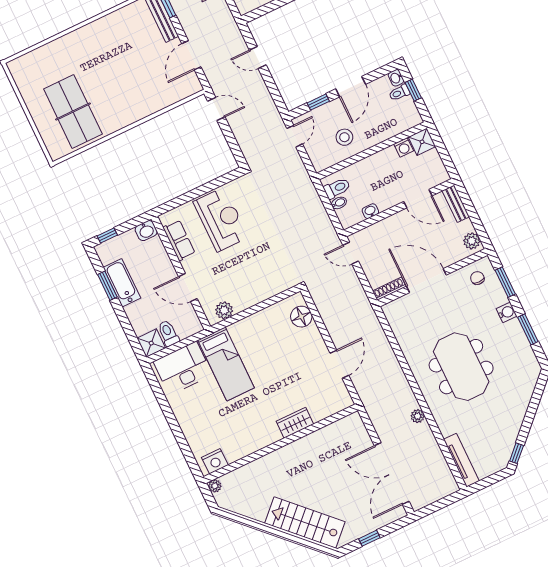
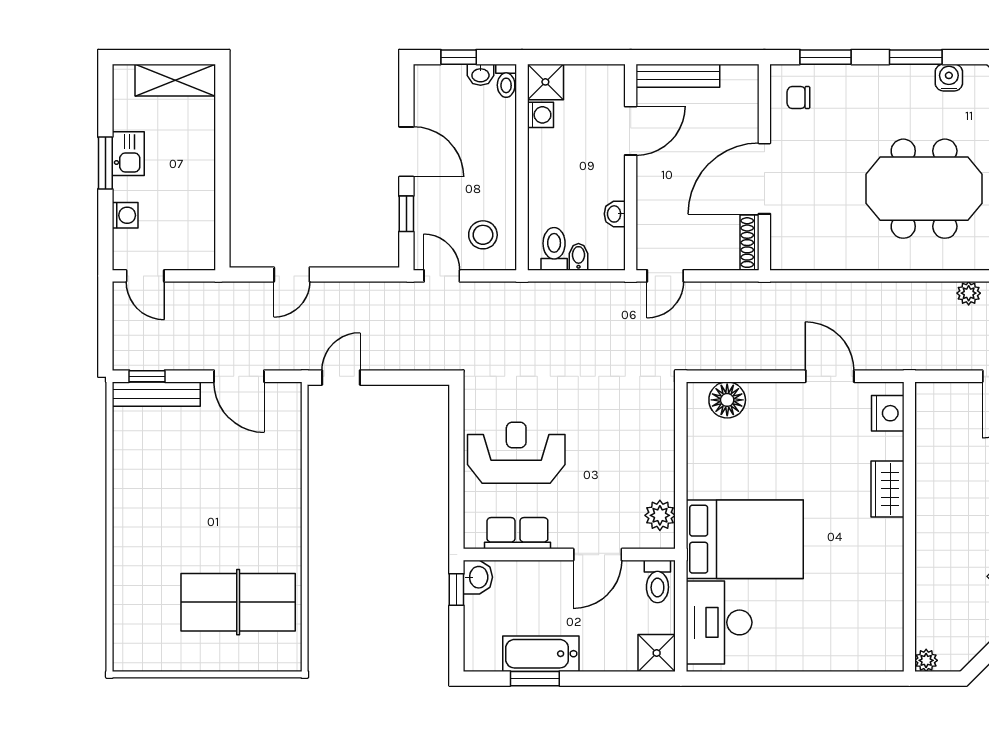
washbasin: (396, 78) -> (480, 75), moved
toilet: (399, 93) -> (506, 81), moved
stool: (344, 137) -> (483, 235), moved
bench: (456, 204) -> (678, 76), width x1.36
window: (107, 235) -> (456, 590), moved
plant: (472, 241) -> (736, 79), removed
water cooler: (507, 312) -> (949, 78), moved
toilet: (168, 333) -> (657, 581), moved, turned -90
bed: (226, 364) -> (745, 539), width x1.50
nightstand: (215, 461) -> (888, 413), moved

